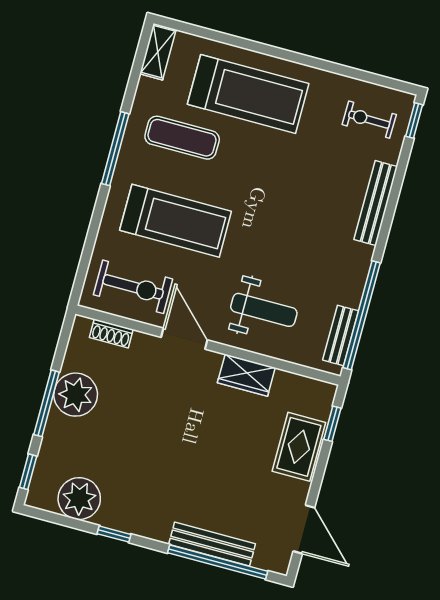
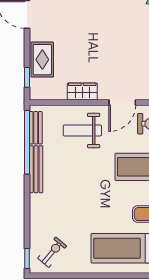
exercise bike: (369, 120) -> (52, 252), turned -51
bench: (376, 203) -> (36, 169), moved
door: (184, 339) -> (122, 103), hinge flipped

